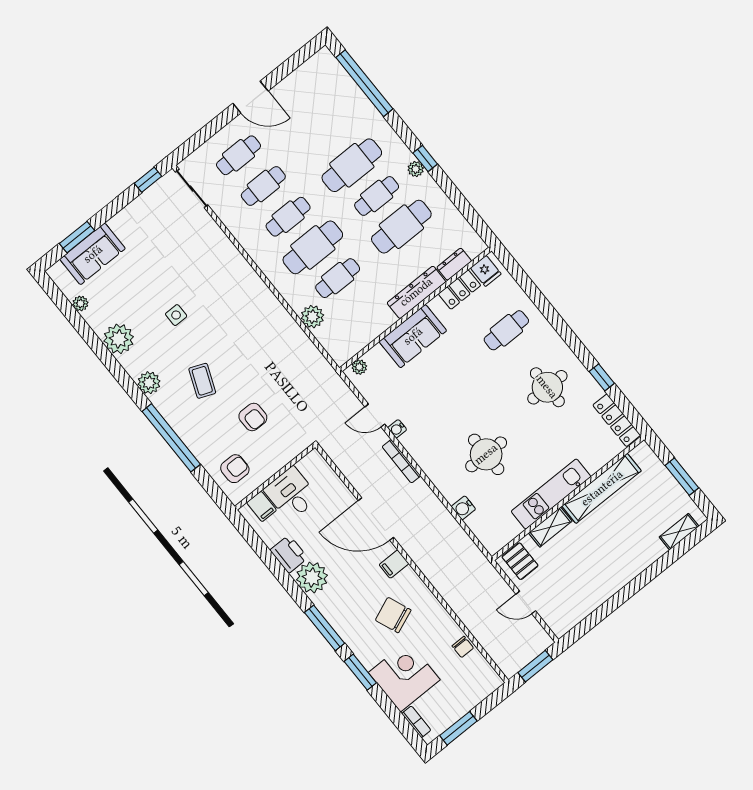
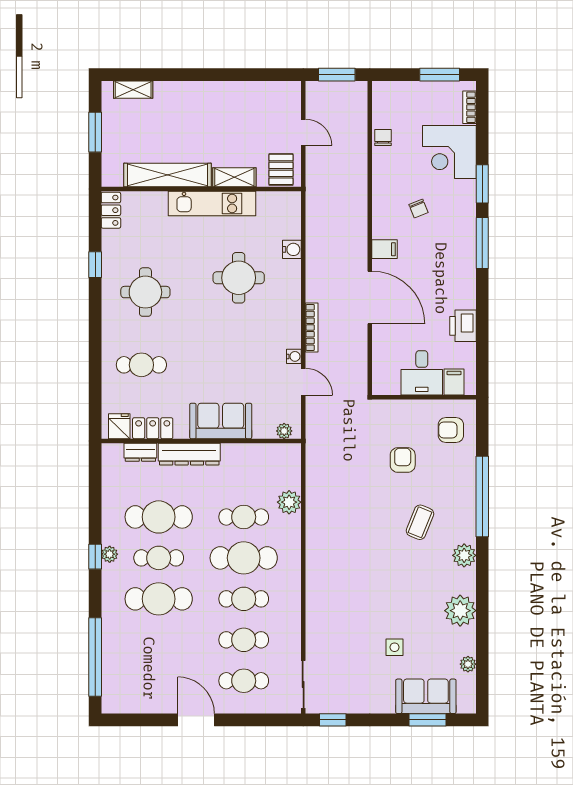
side table: (176, 315) -> (395, 647), moved
locker: (617, 420) -> (111, 210), width x0.66
plant: (312, 577) -> (460, 292), removed
chair: (393, 615) -> (418, 209), width x0.54, depth x0.54

